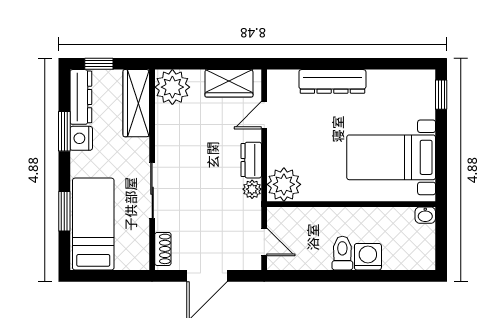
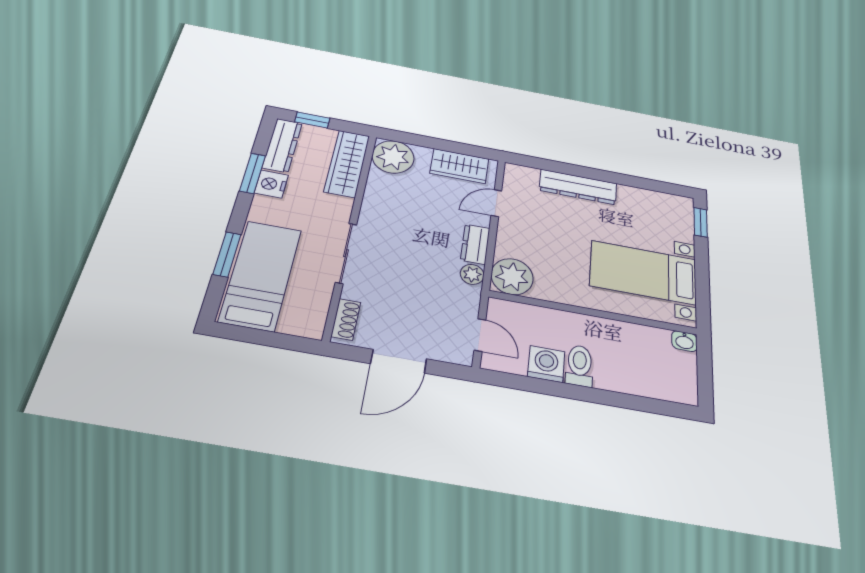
washing machine: (368, 257) -> (546, 364), moved

